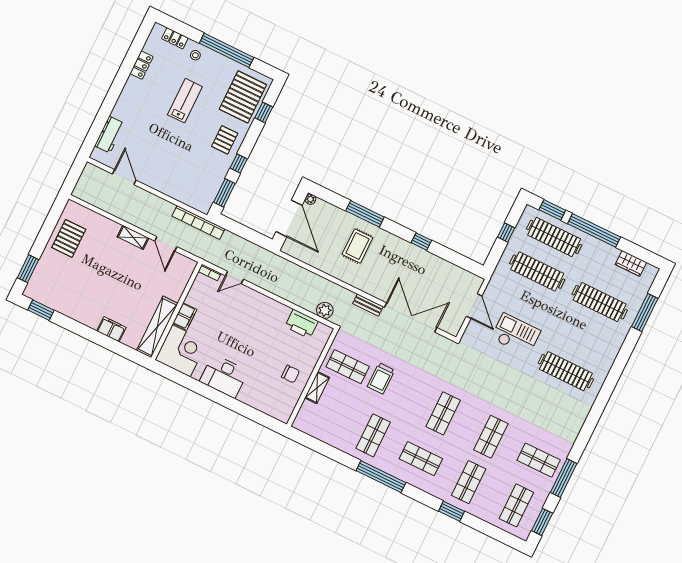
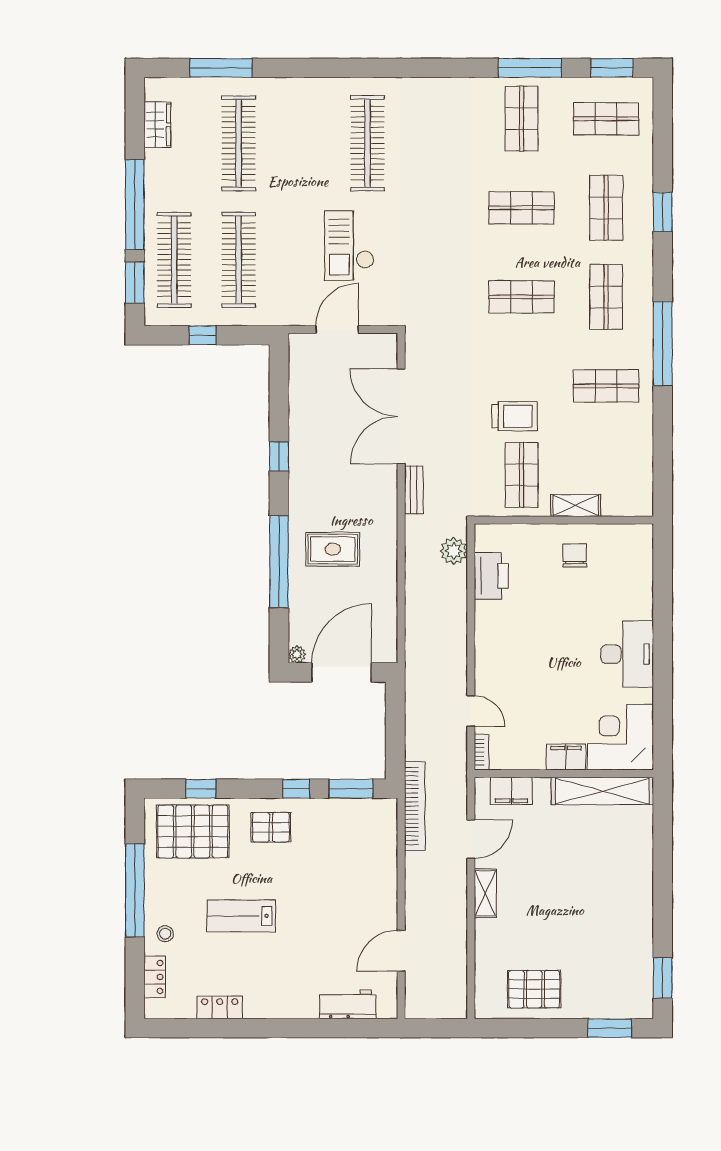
window: (365, 214) -> (279, 562), width x1.46
filing cabinet: (111, 329) -> (511, 791), moved, turned -90
shop shelf: (469, 482) -> (606, 208), turned 90

